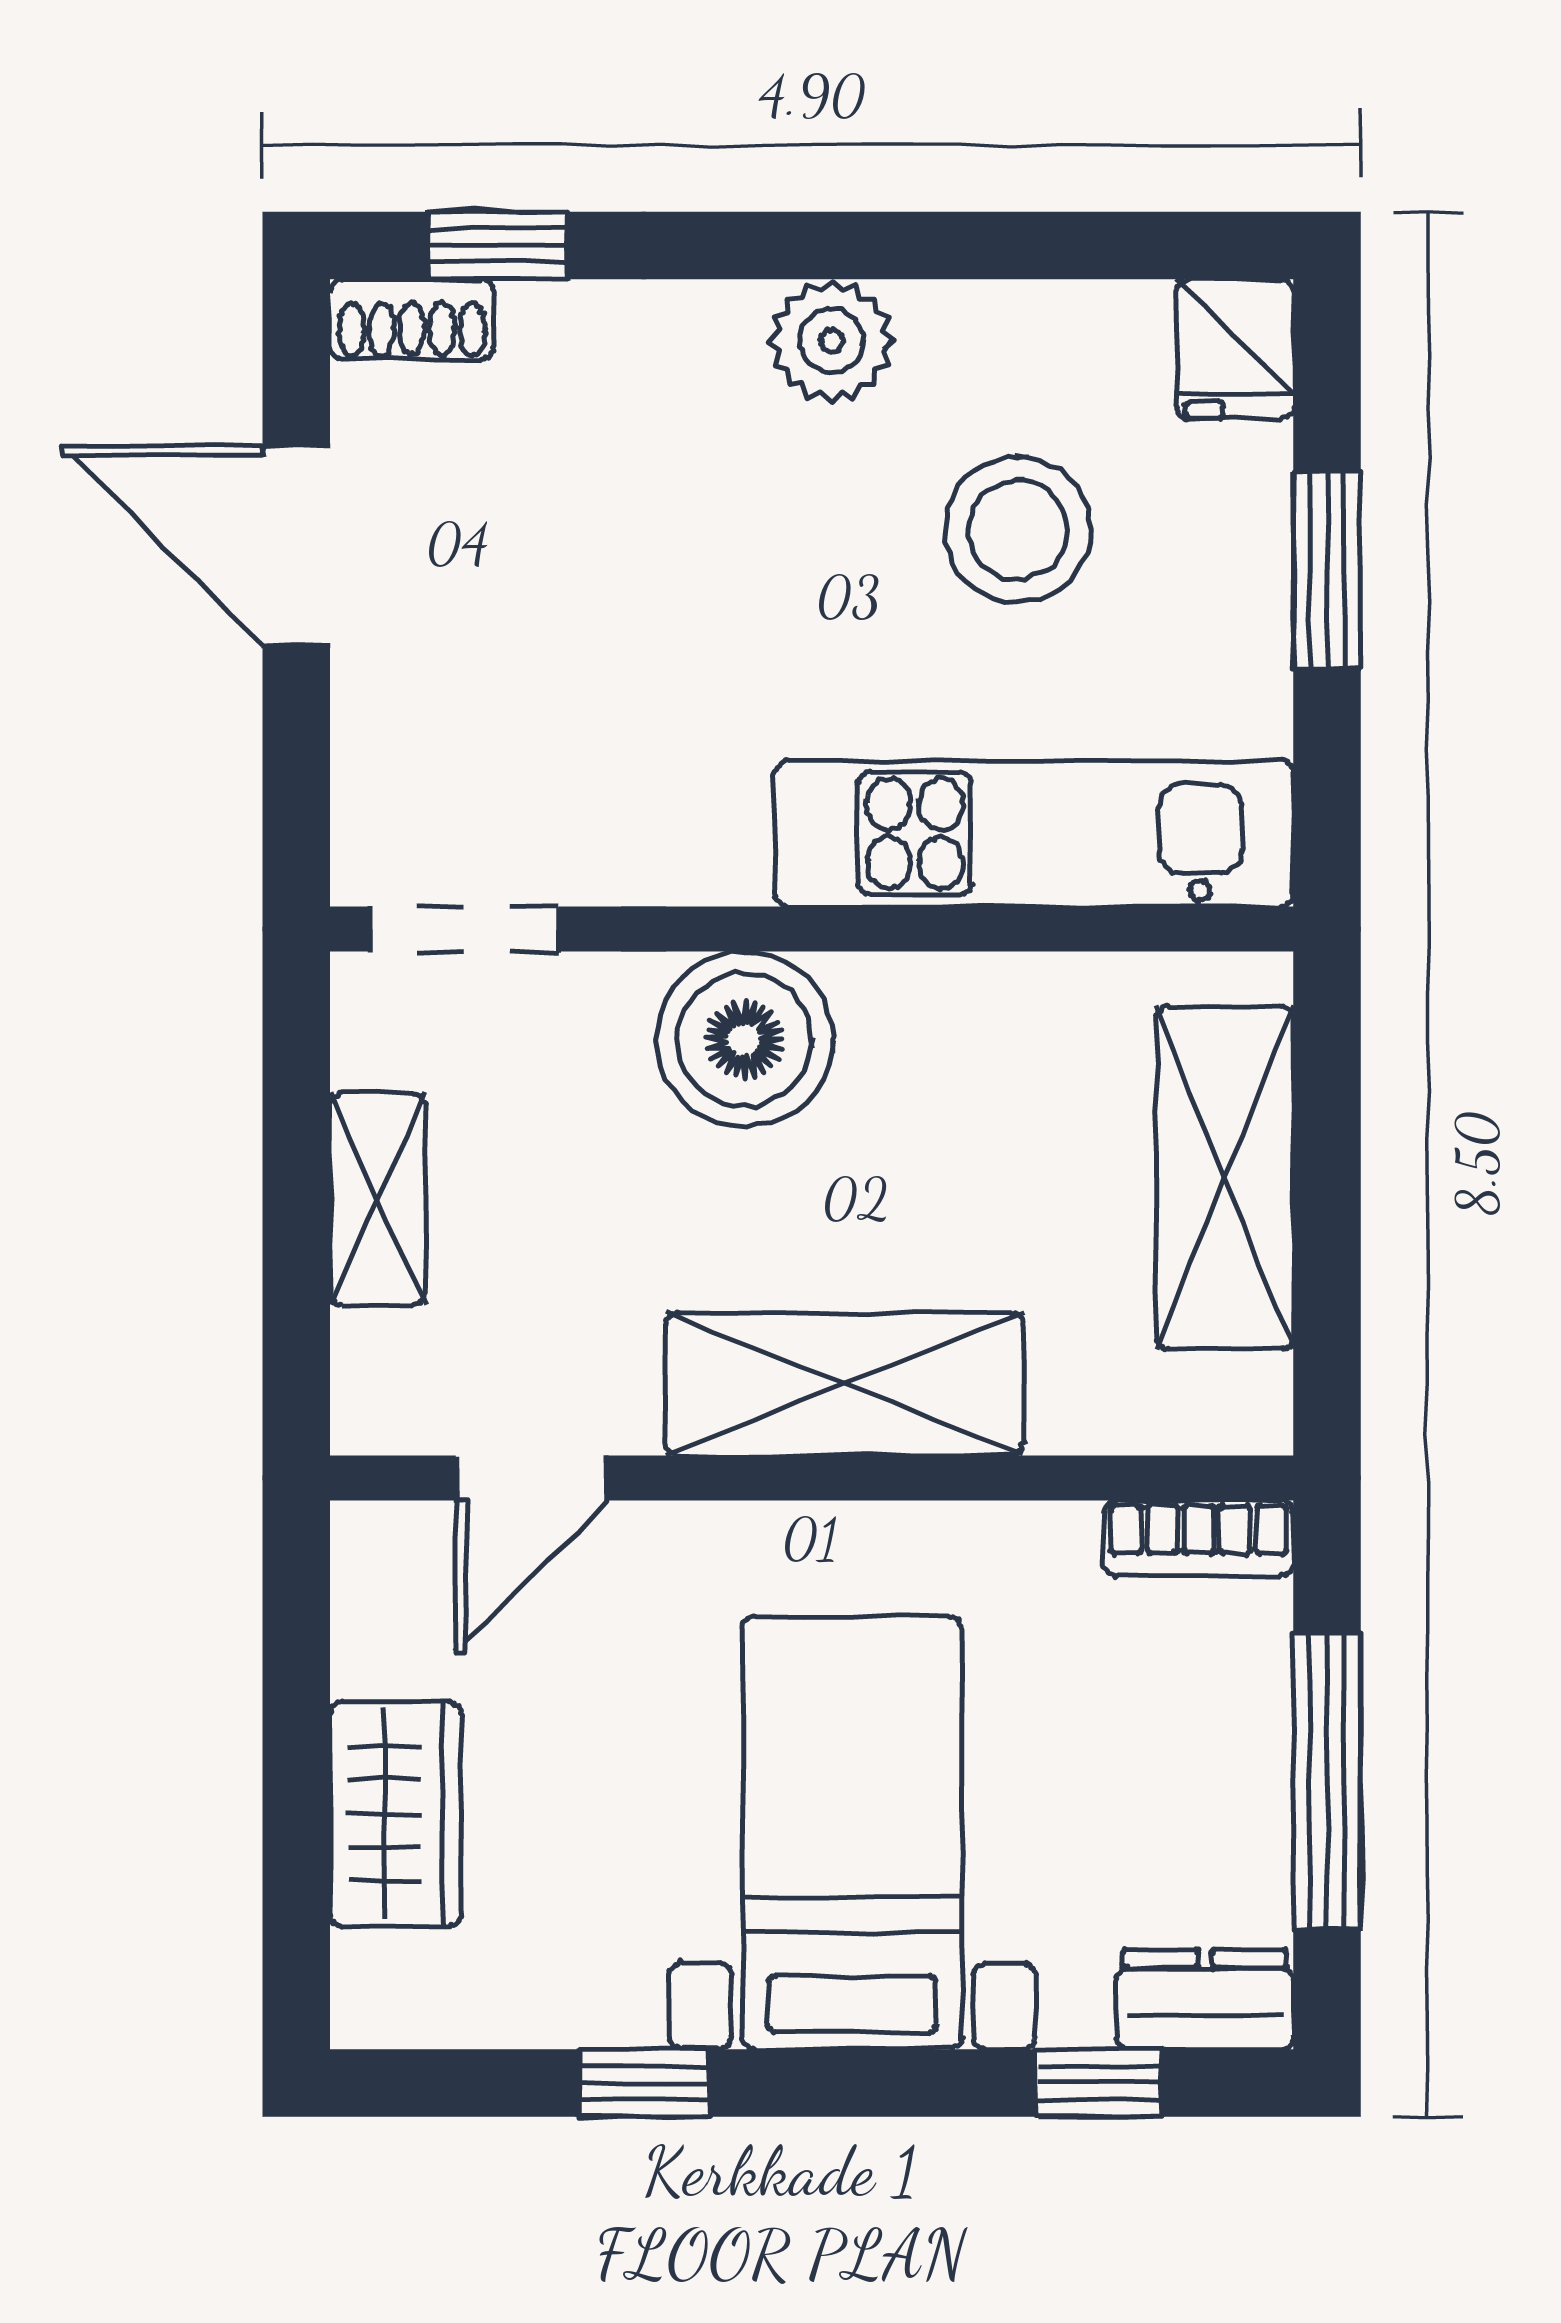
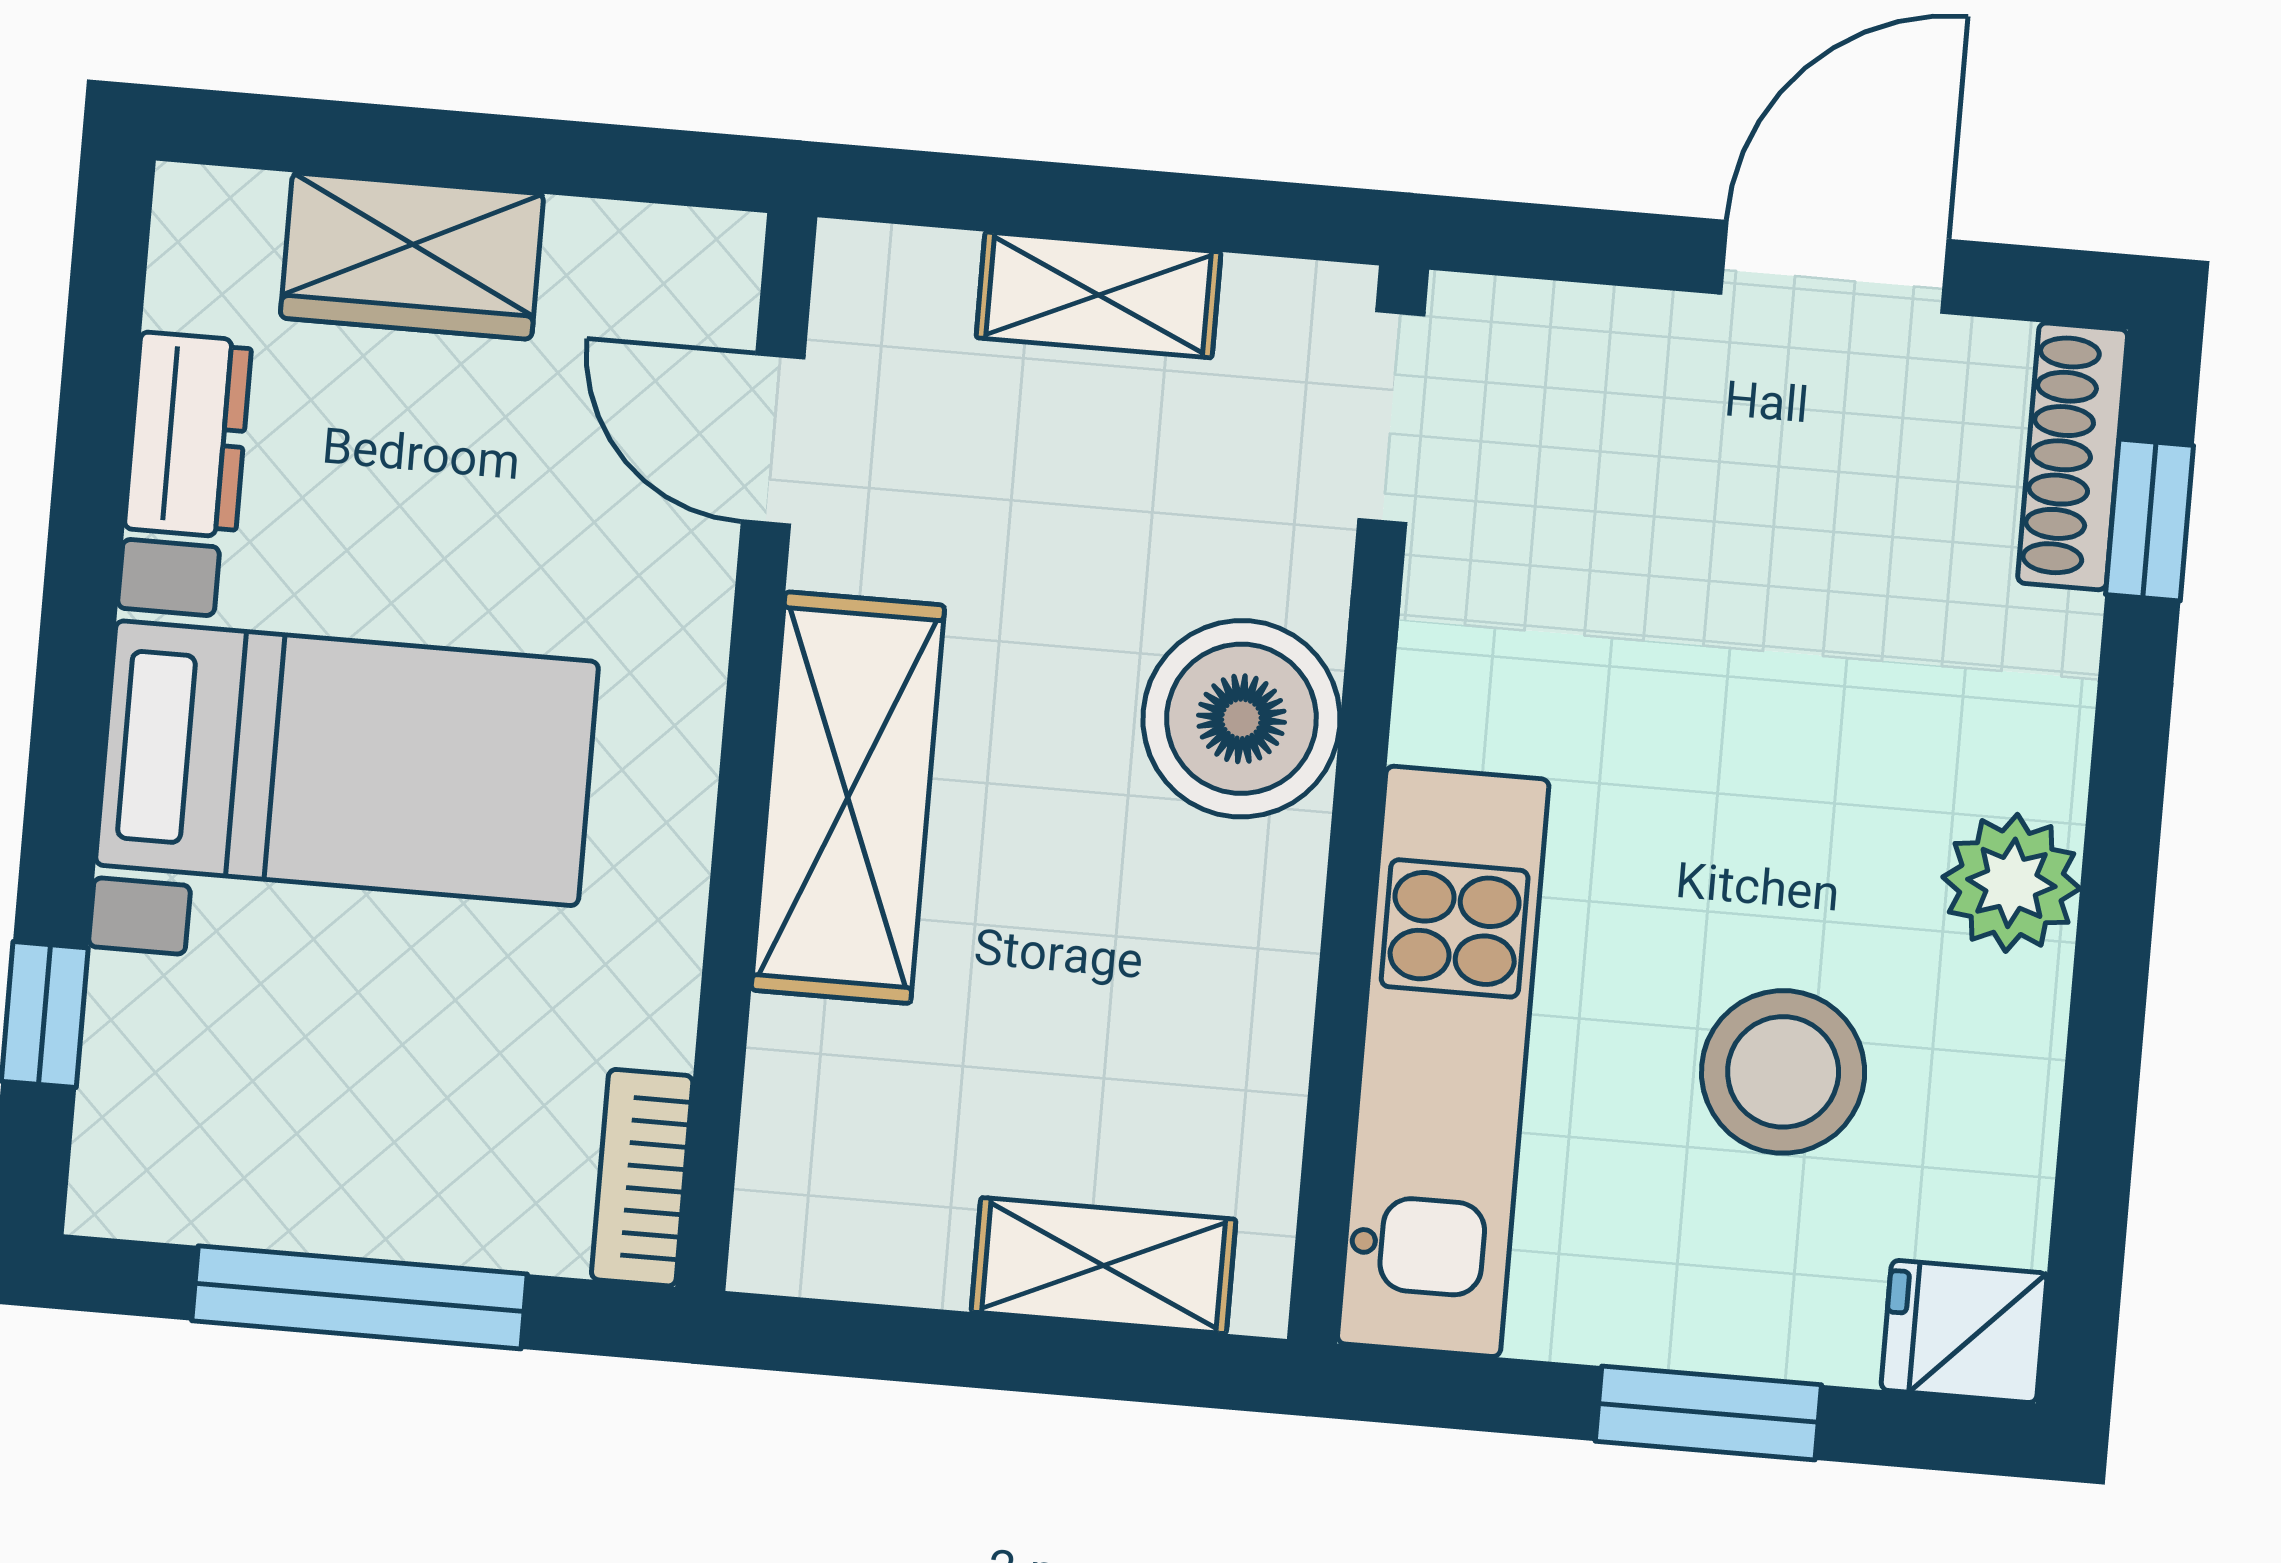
shoe rack: (412, 319) -> (2073, 456), width x1.43
shelving: (1225, 1178) -> (1104, 1266), width x0.67, depth x0.75
dresser: (1205, 2000) -> (188, 435), moved
window: (644, 2083) -> (88, 508), removed

